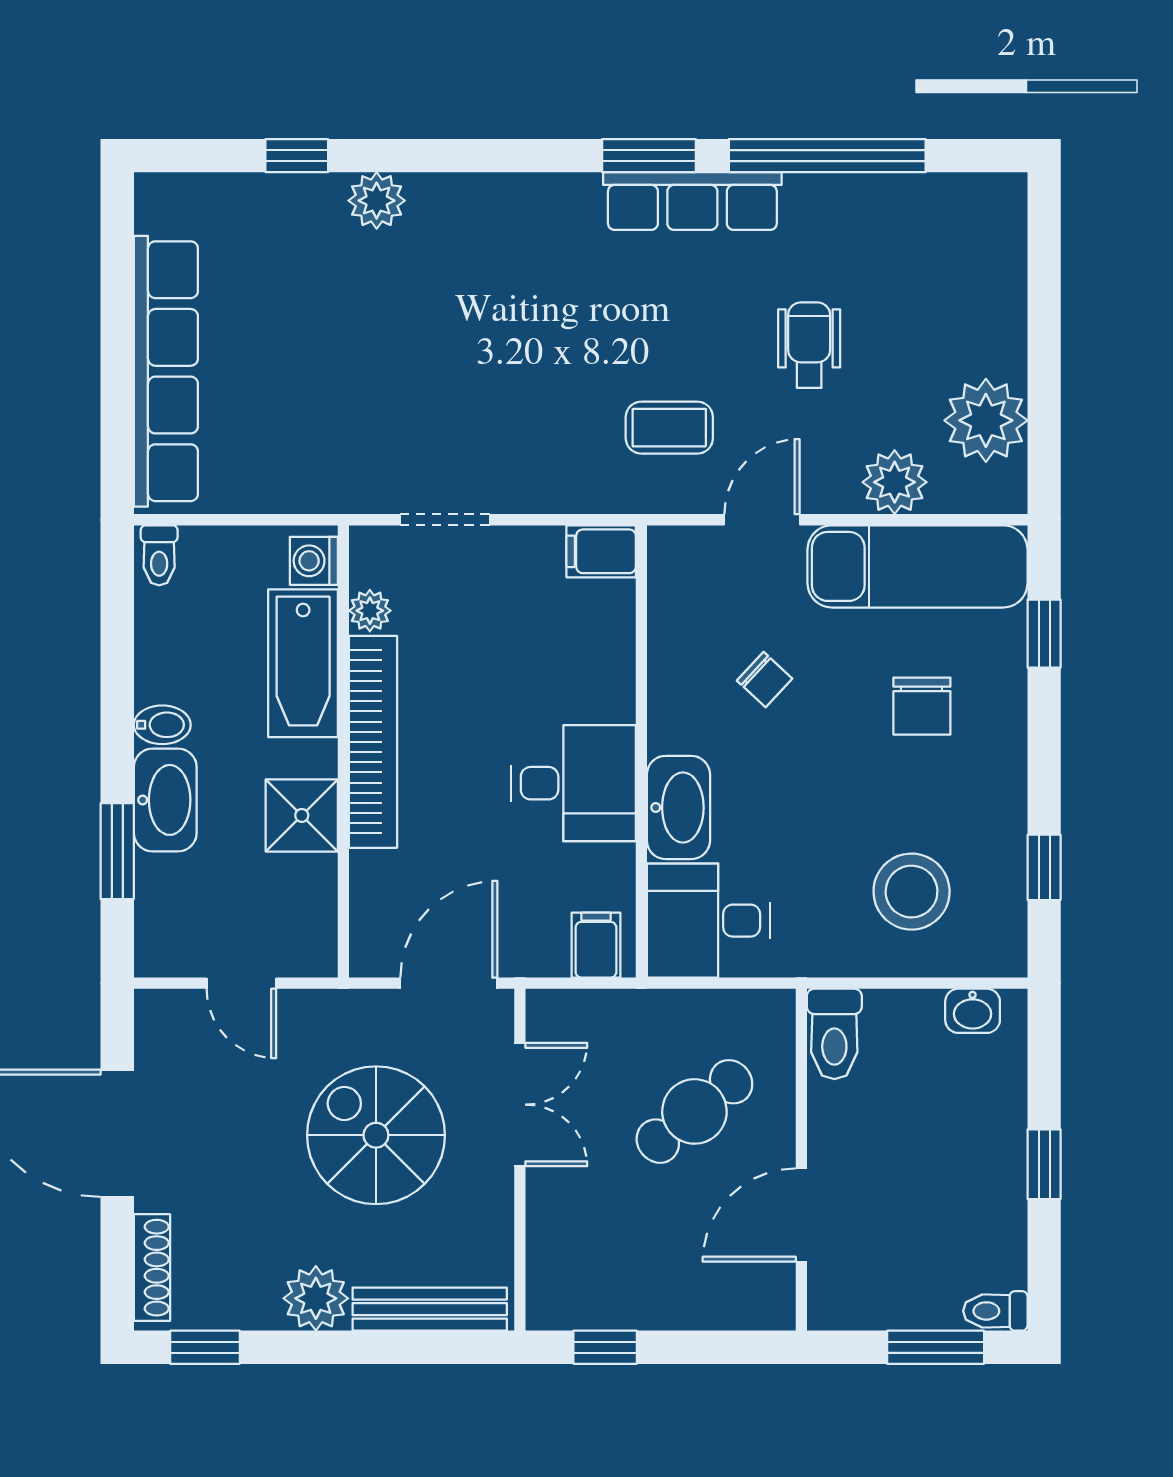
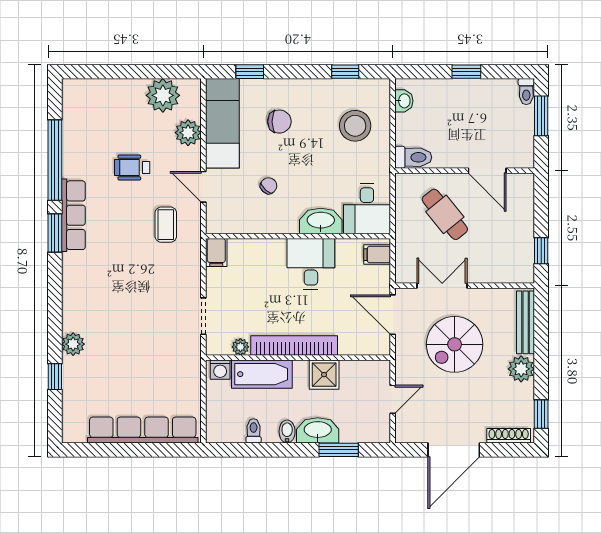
toilet: (159, 555) -> (254, 431), moved, turned -90

